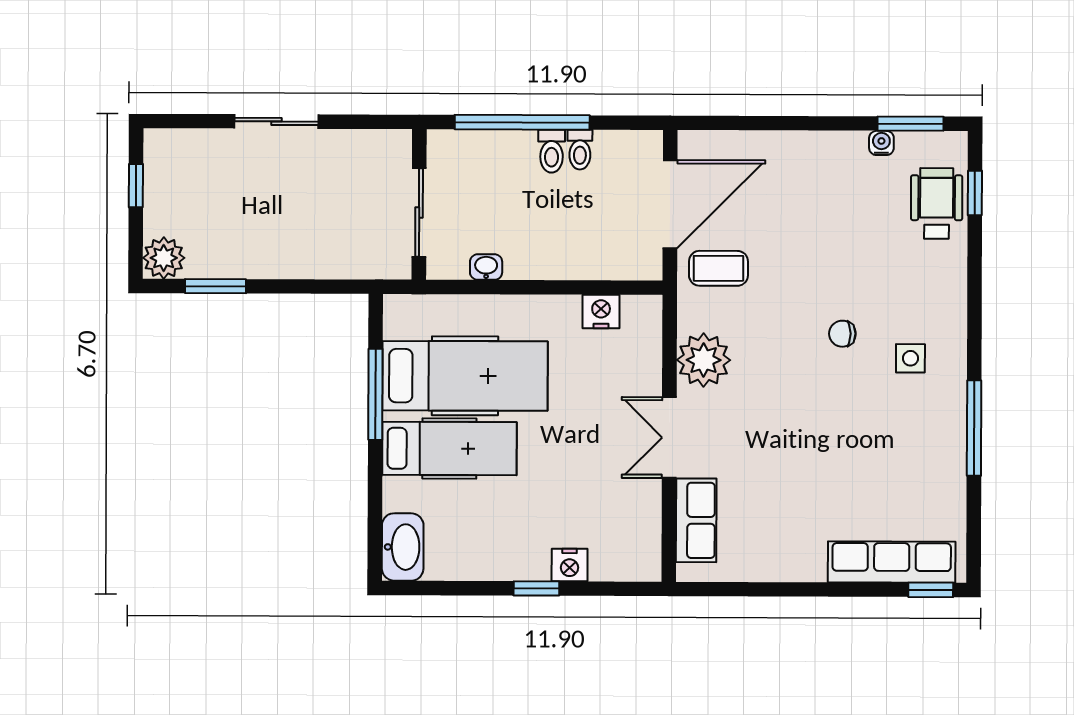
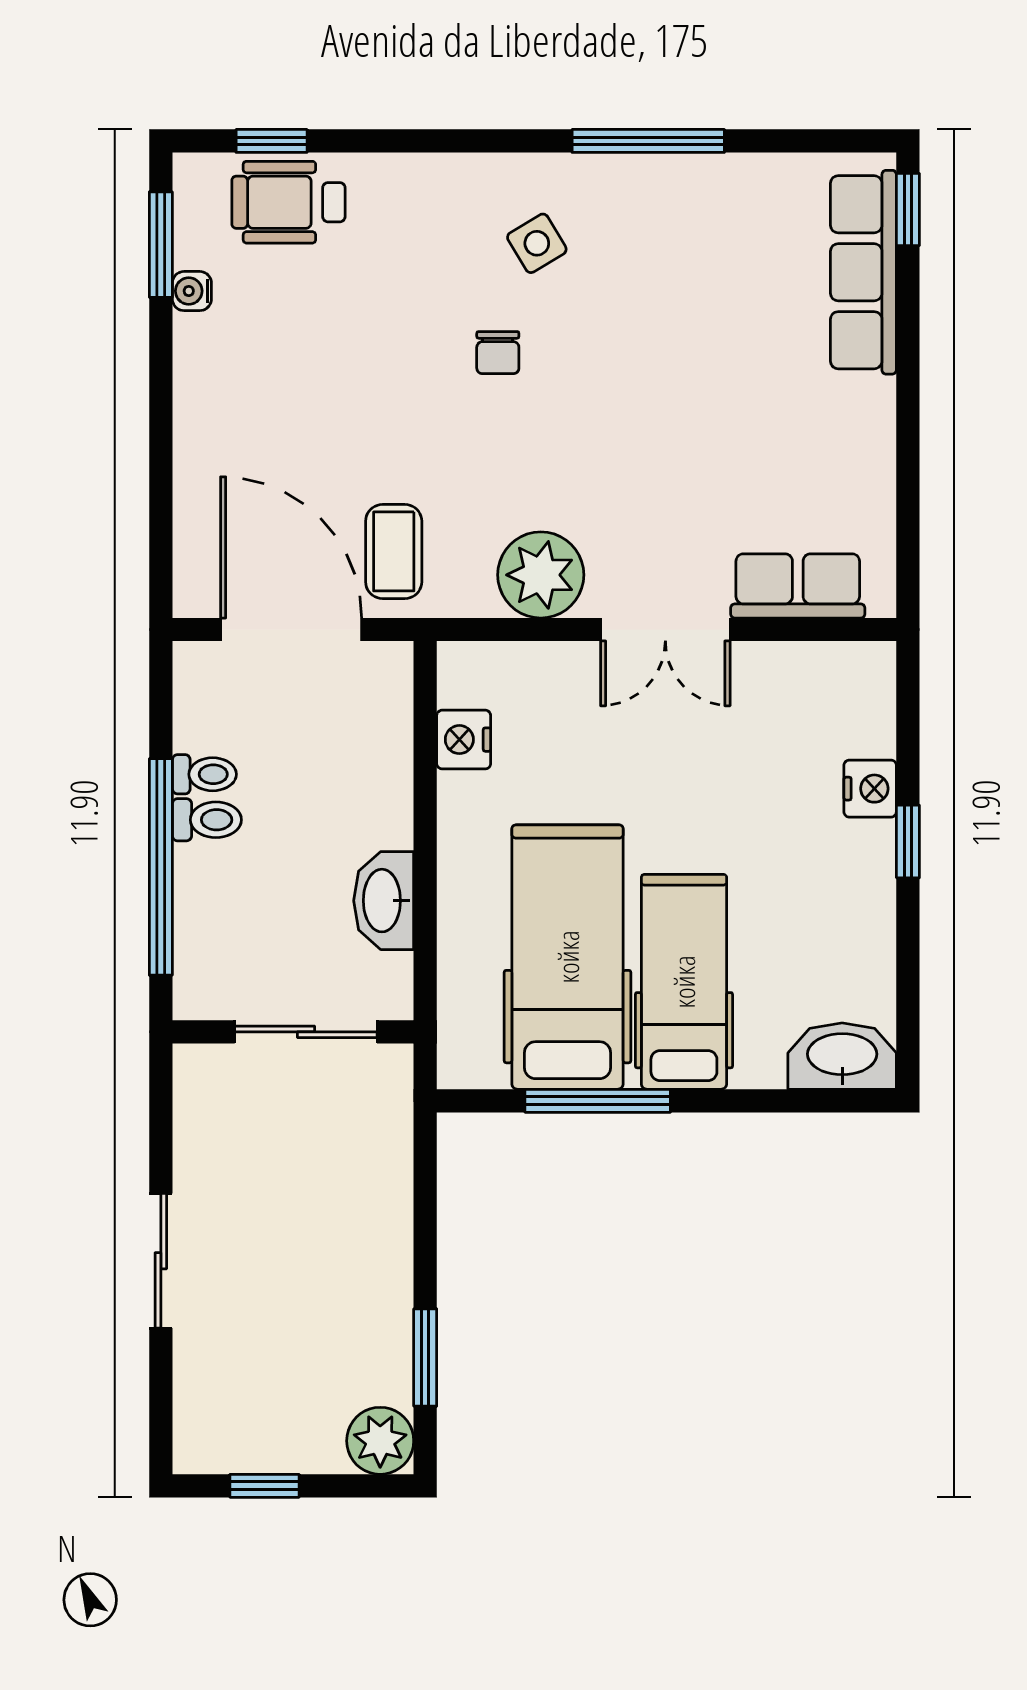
washbasin: (486, 267) -> (384, 901), width x1.91, depth x1.45
side table: (910, 358) -> (537, 243), turned -31

